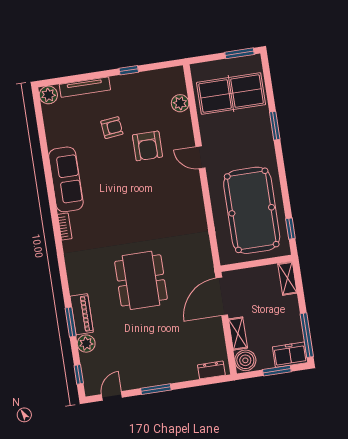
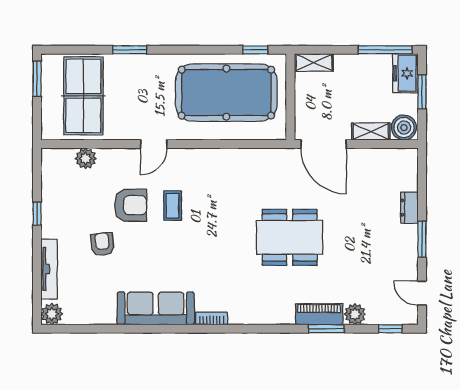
coffee table: (152, 180) -> (173, 206), added
dresser: (211, 370) -> (409, 208), moved

